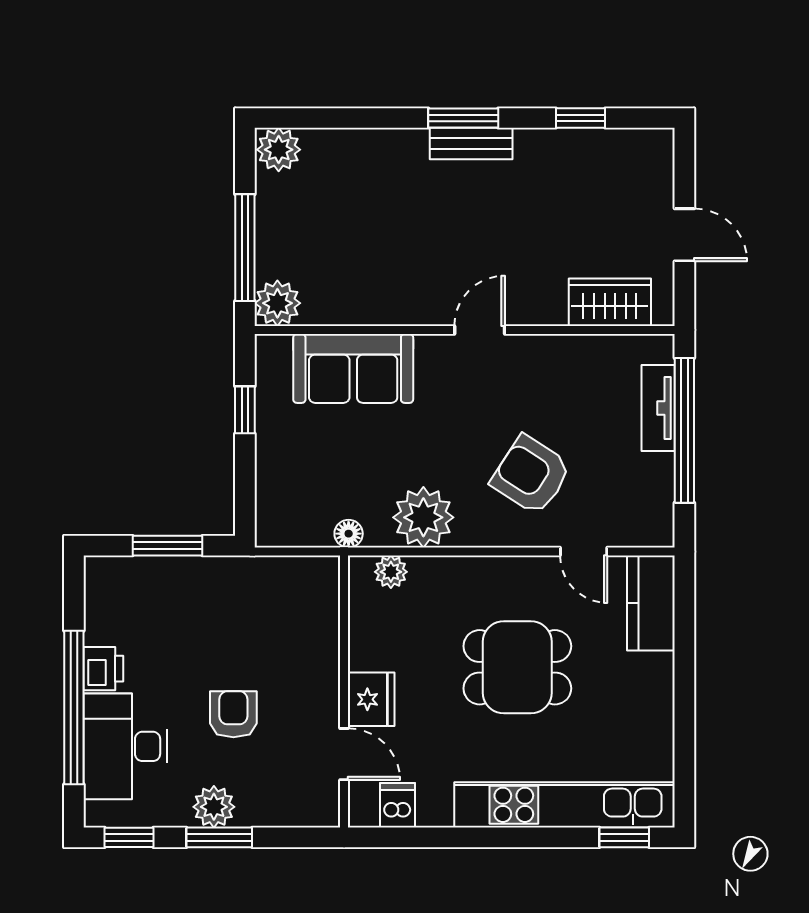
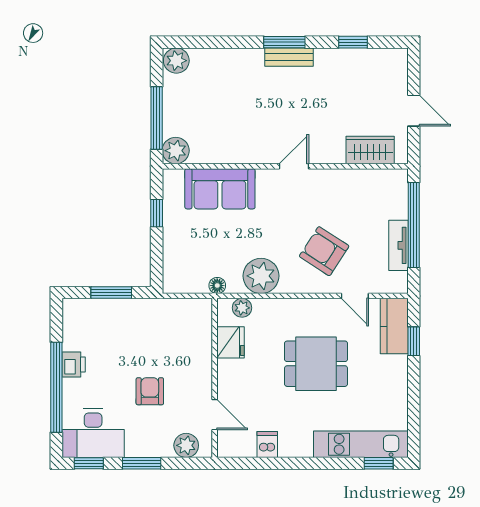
tv unit: (658, 408) -> (398, 245), moved
window: (684, 629) -> (414, 341), added
fridge: (371, 699) -> (230, 342), moved
desk: (125, 746) -> (93, 433), moved, turned -90
dishwasher: (398, 805) -> (267, 444), moved
kitchen unit: (564, 805) -> (361, 444), width x0.73
plant: (214, 807) -> (186, 445), moved

